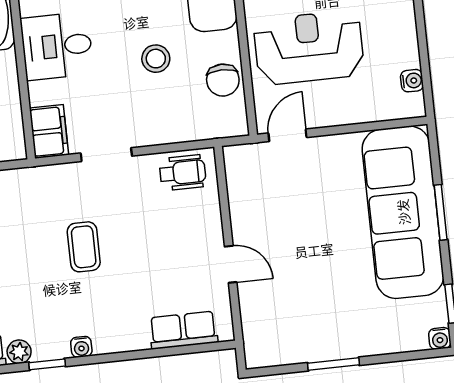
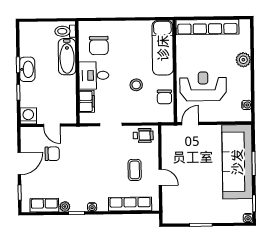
filing cabinet: (49, 131) -> (87, 101), moved
coffee table: (84, 247) -> (135, 170), moved
row of seats: (183, 330) -> (130, 204), width x1.48

